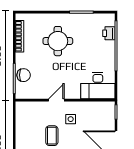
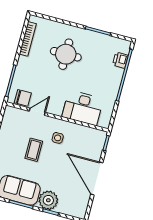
chair: (24, 75) -> (23, 98), moved
desk: (98, 86) -> (83, 108), moved
door: (56, 100) -> (37, 112), moved

